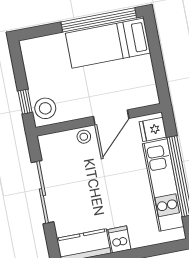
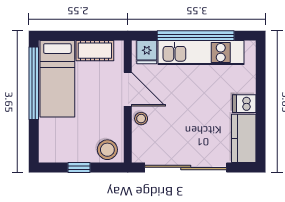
cot: (144, 76) -> (95, 51), added
window: (25, 102) -> (79, 167), moved
sliding door: (43, 192) -> (186, 167), width x1.36

